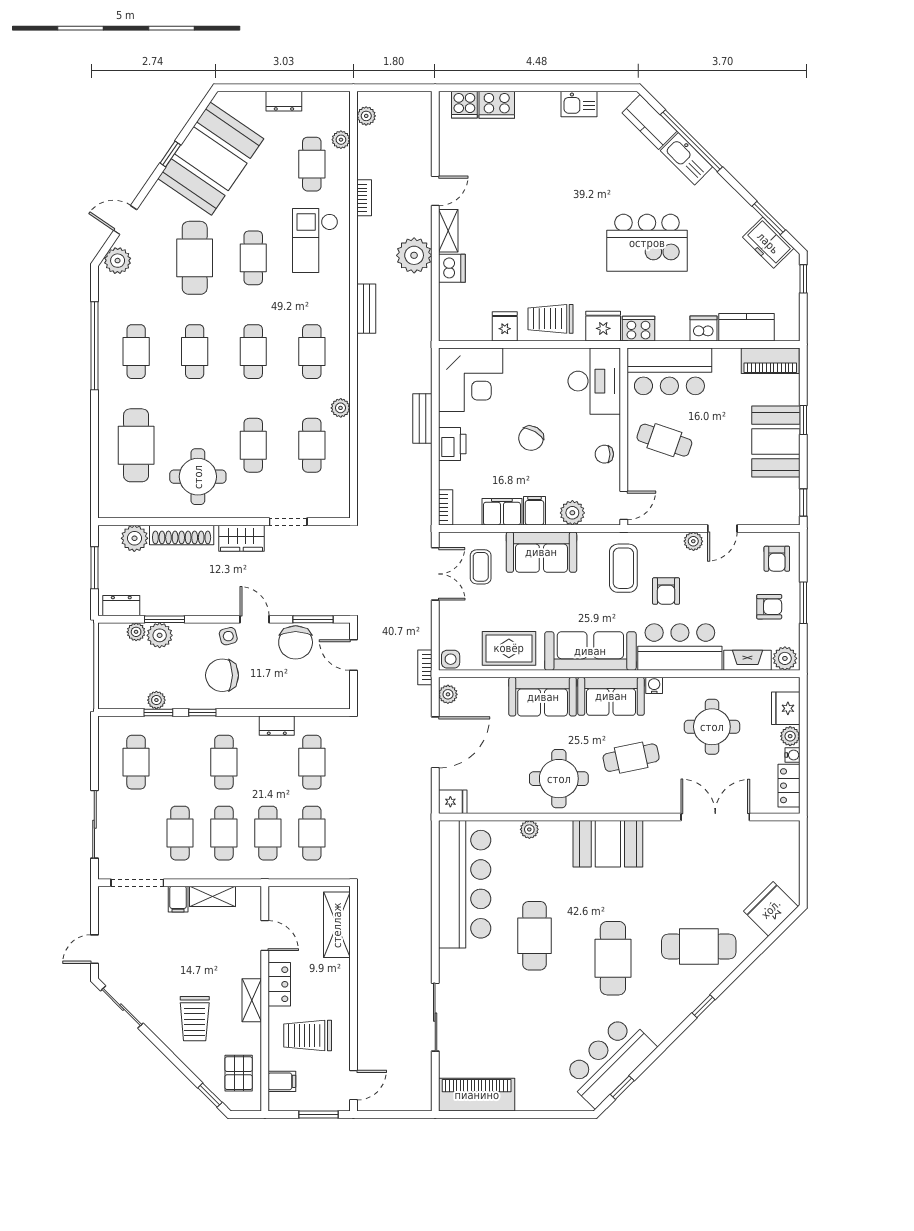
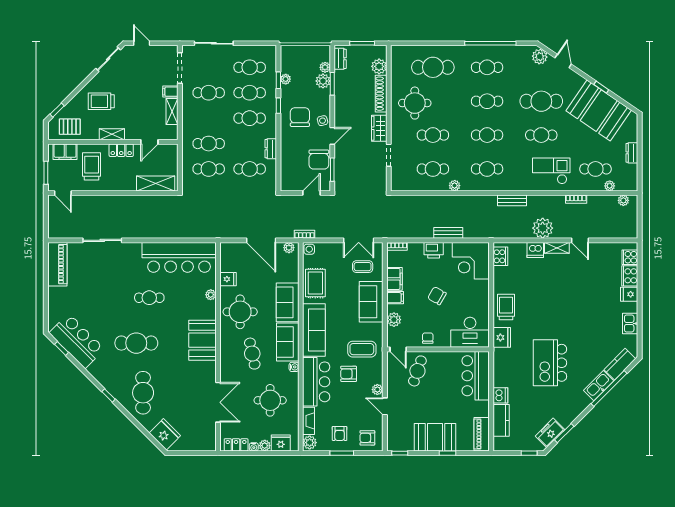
fridge: (505, 326) -> (629, 294), moved, turned 180
cooker: (638, 329) -> (500, 256), moved
cafe table: (664, 440) -> (417, 371), moved
chair: (296, 642) -> (319, 160), turned -90
fridge: (453, 802) -> (228, 279), moved, turned -90
cafe table: (224, 833) -> (250, 93), moved
cafe table: (534, 936) -> (149, 298), width x0.73, depth x0.74
filing cabinet: (282, 1081) -> (65, 152), width x2.00

